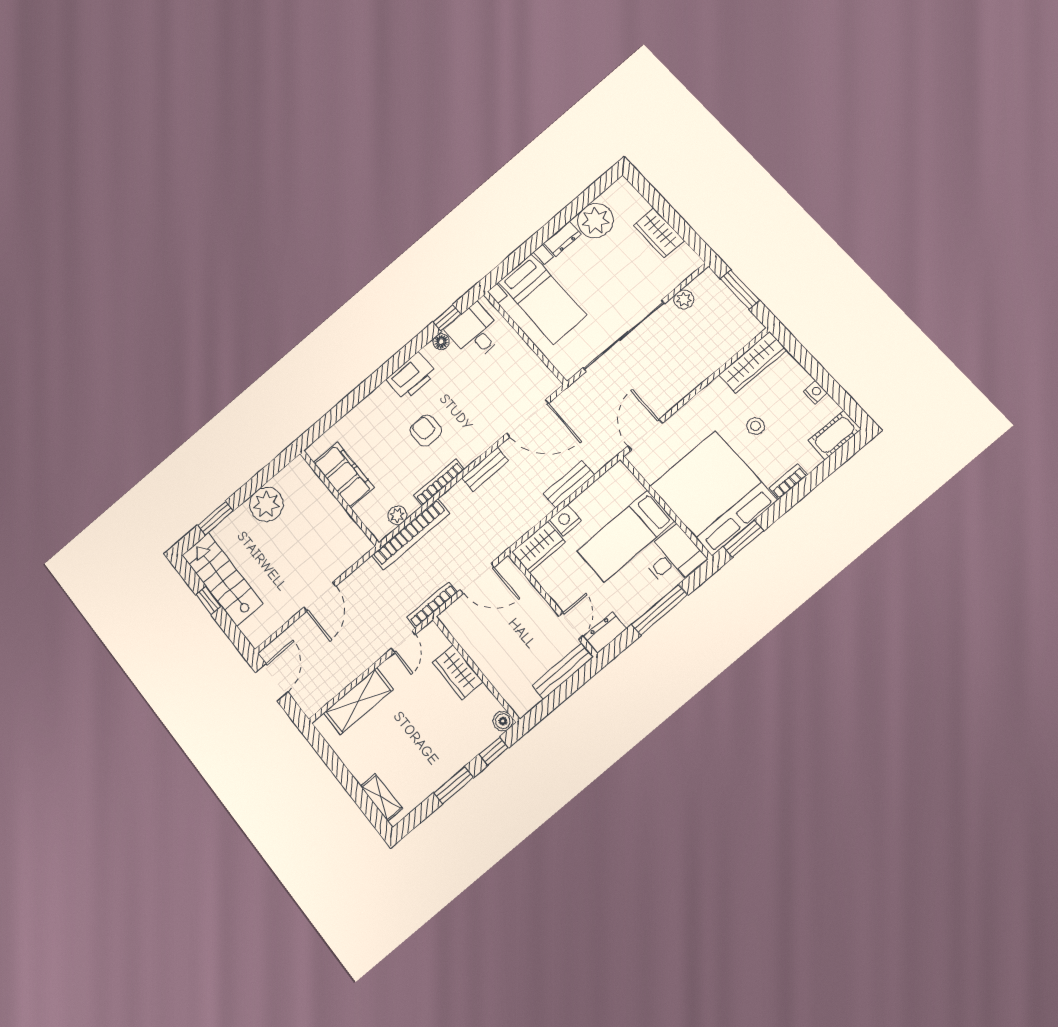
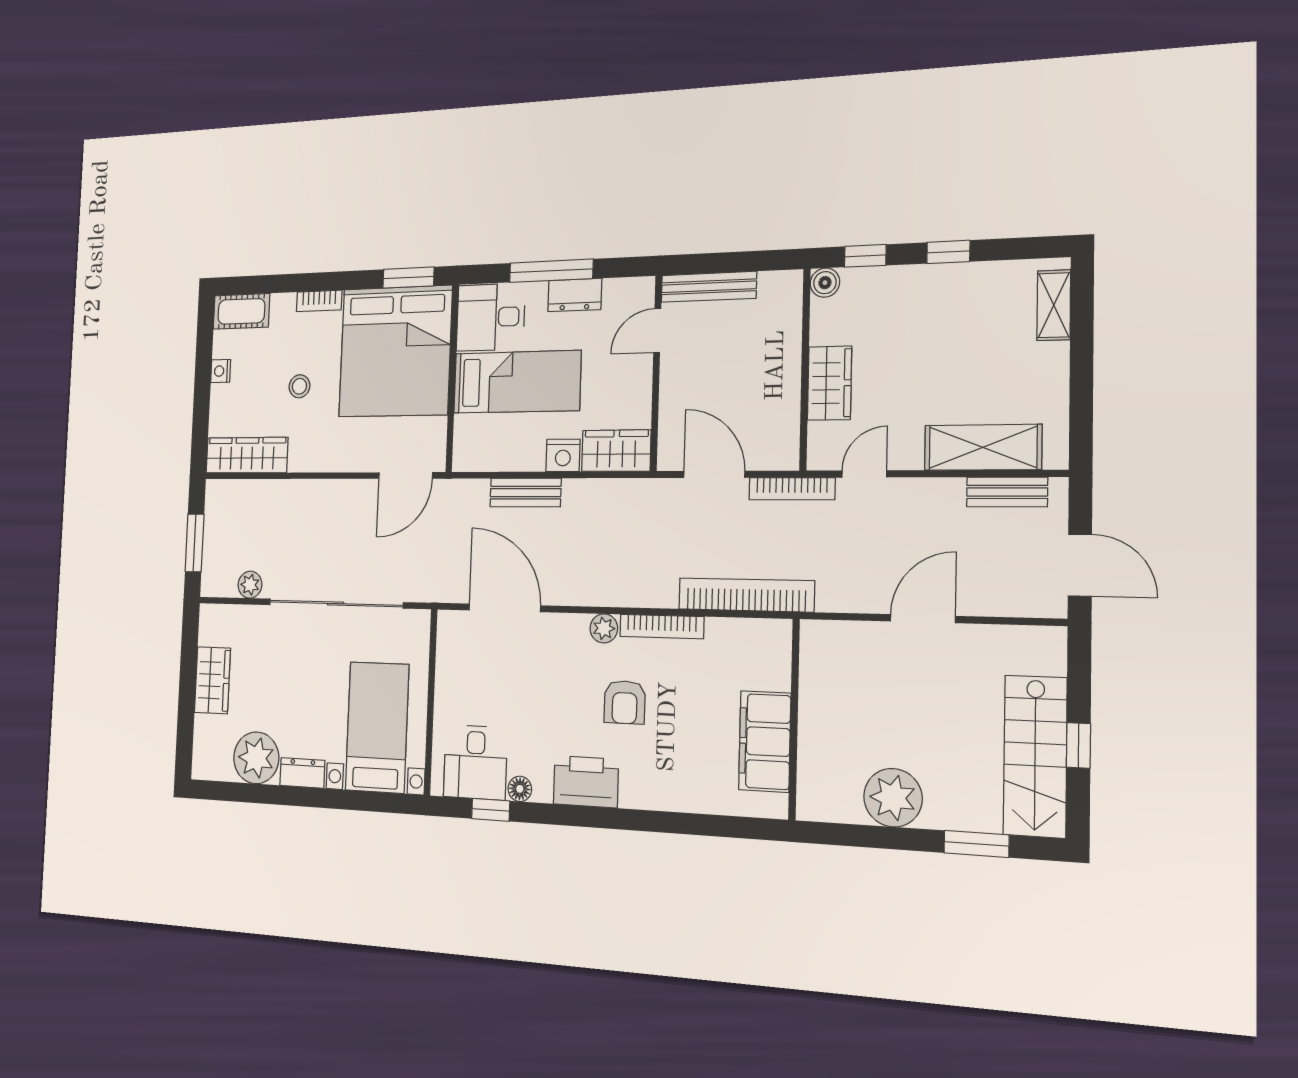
bench: (485, 469) -> (1007, 492), moved
plant: (397, 515) -> (604, 628), moved
dresser: (605, 633) -> (575, 295), moved
door: (272, 682) -> (1080, 565), swing flipped
window: (454, 785) -> (948, 252), width x0.67

